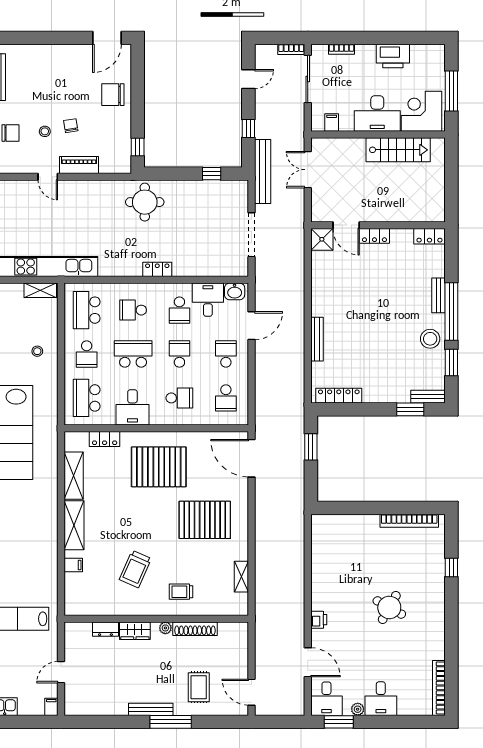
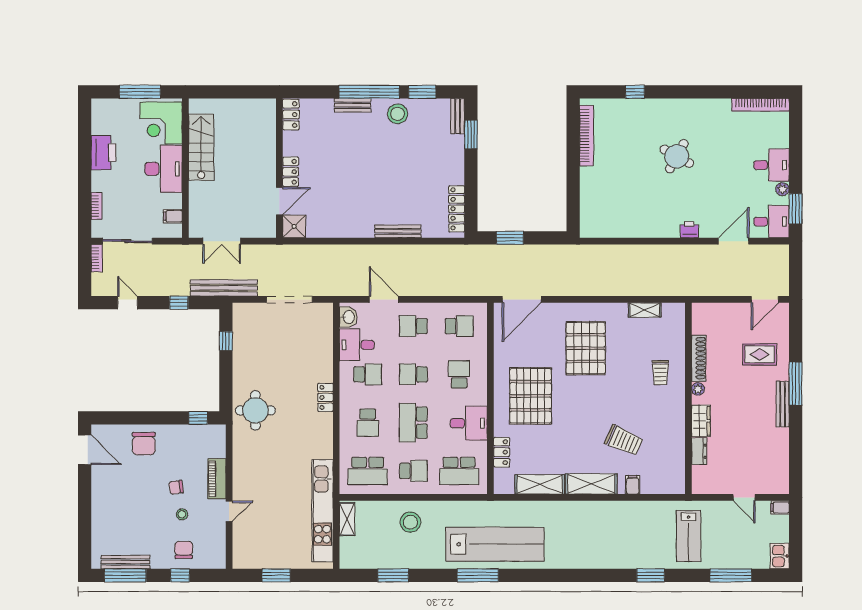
stool: (37, 351) -> (410, 522), width x1.89, depth x1.89
trolley: (135, 569) -> (624, 440), moved

